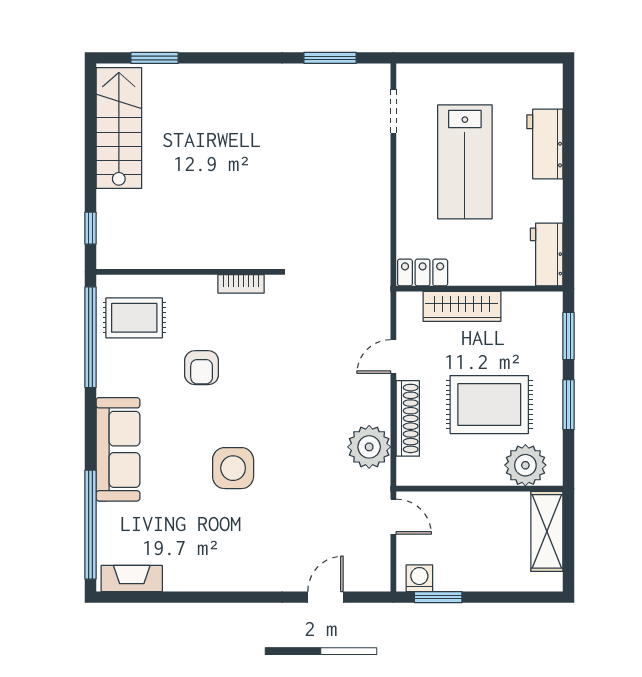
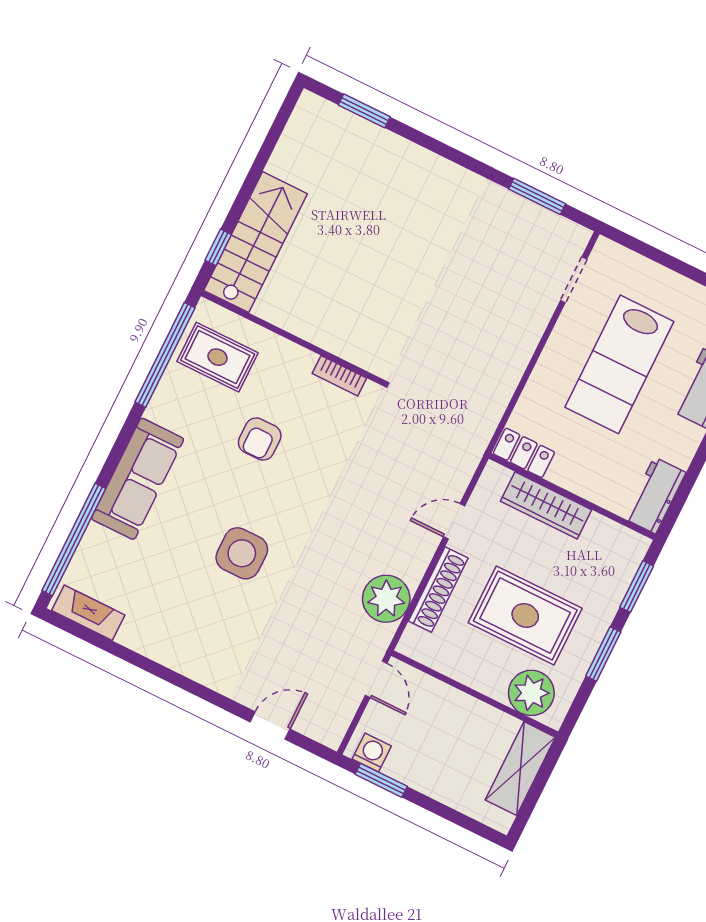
stairs: (119, 128) -> (256, 242), moved

